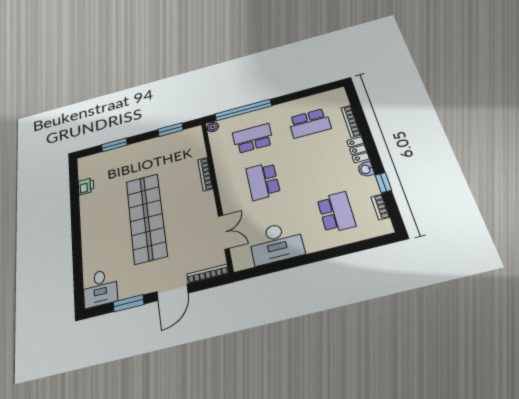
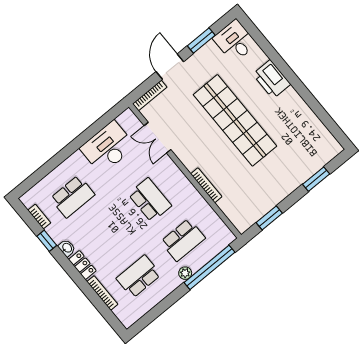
plant: (213, 127) -> (185, 273), moved
printer: (86, 186) -> (272, 79), moved, width x1.87, depth x1.48
school desk: (336, 212) -> (72, 197), turned -90

